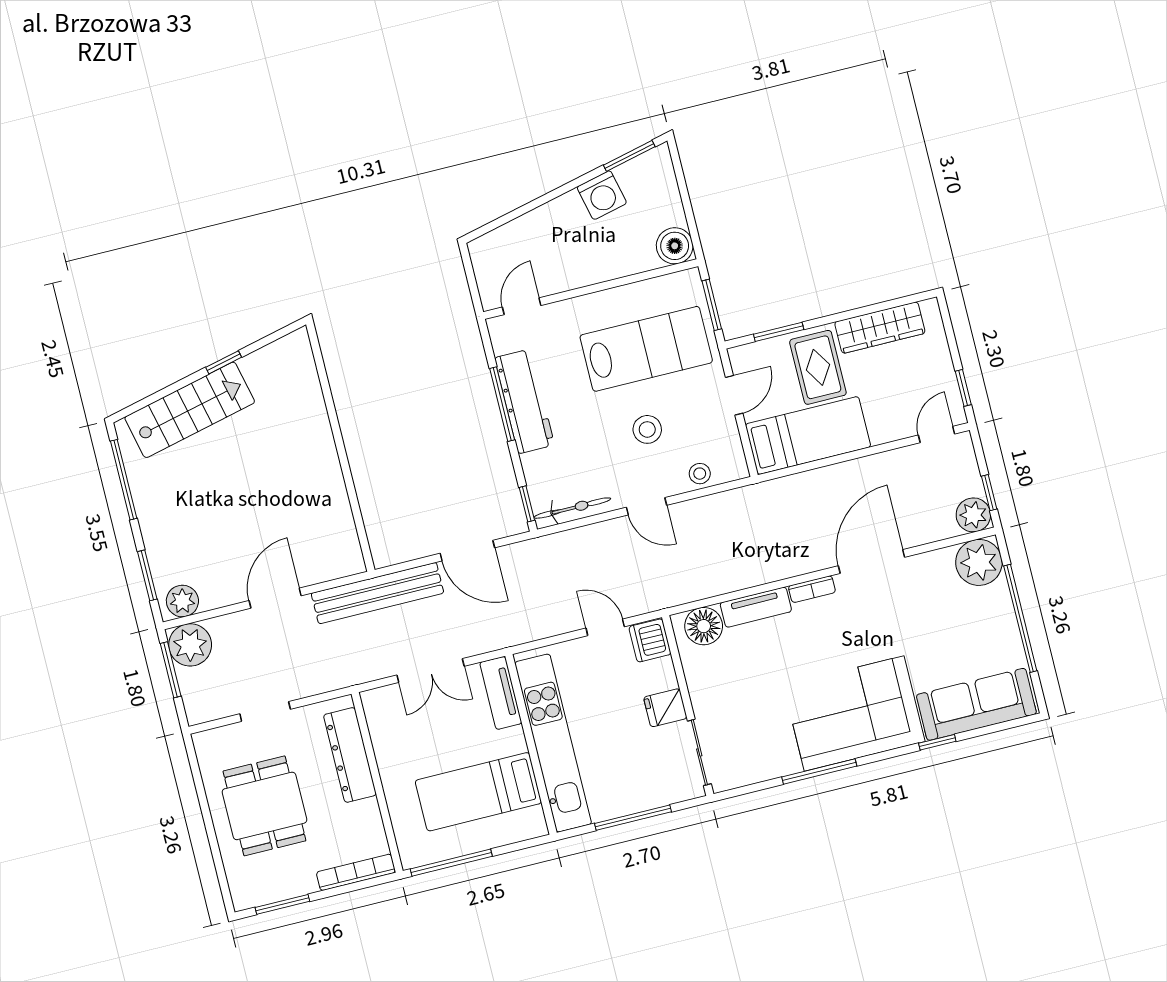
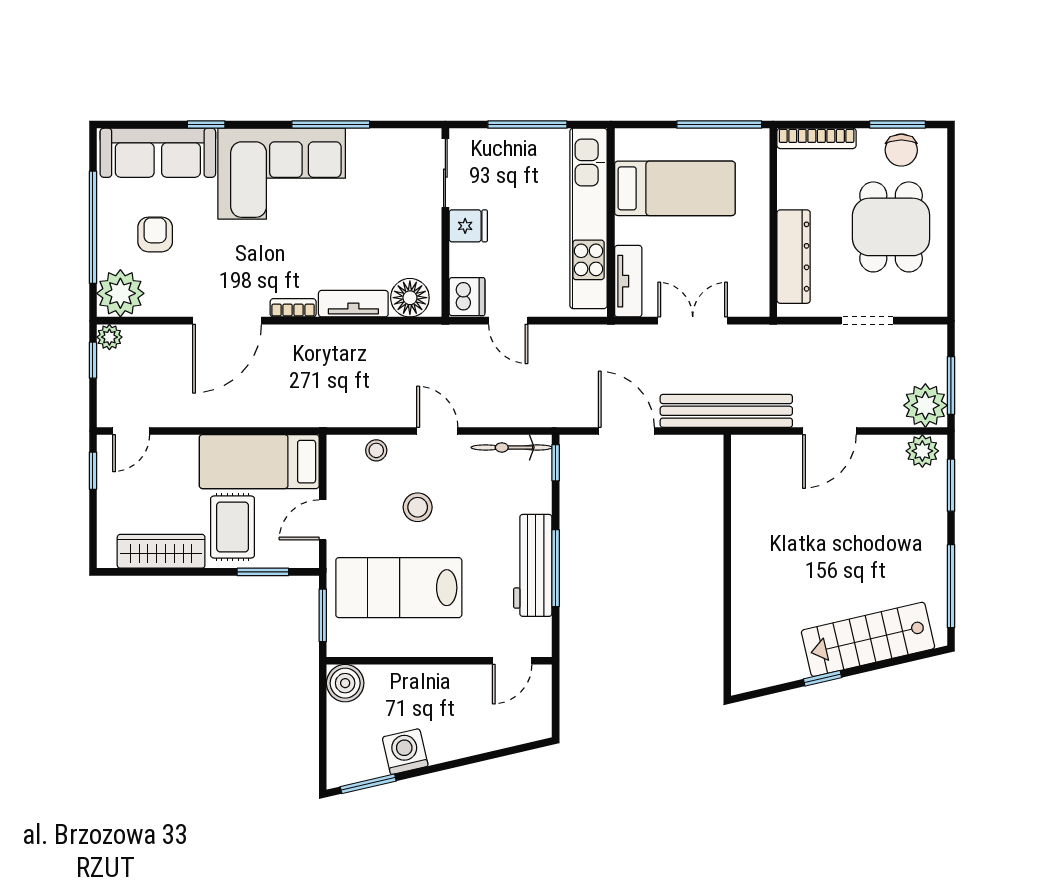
plant: (973, 515) -> (109, 337), width x0.73, depth x0.73
armchair: (960, 626) -> (155, 234), added
chair: (273, 881) -> (901, 150), added

